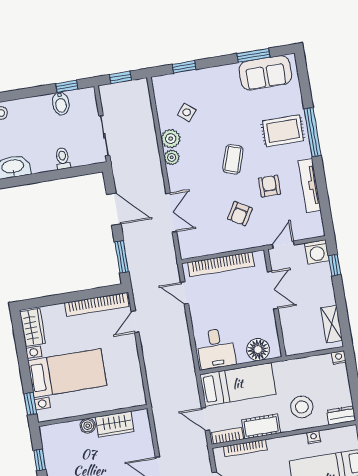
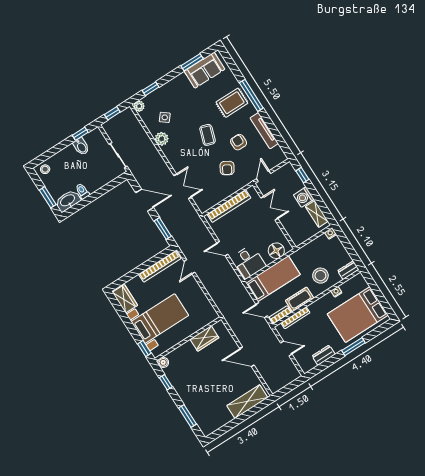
plant: (172, 157) -> (139, 106), moved
toilet: (63, 158) -> (82, 191), moved
washing machine: (317, 252) -> (304, 197), moved, turned 90
door: (185, 293) -> (222, 249), moved
boiler: (88, 426) -> (163, 362), moved

